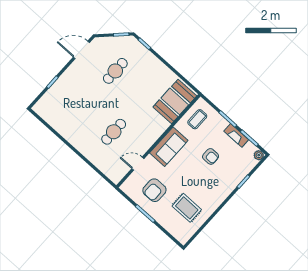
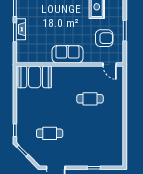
coffee table: (197, 119) -> (33, 52), removed
fireplace: (236, 135) -> (21, 29), moved
armchair: (211, 156) -> (49, 21), removed
door: (138, 164) -> (110, 64), moved

